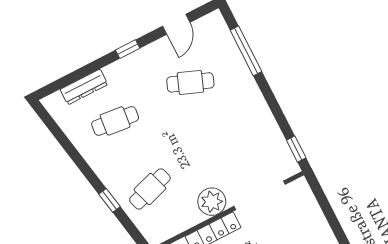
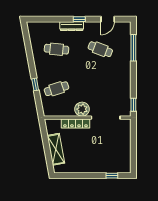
dresser: (84, 87) -> (72, 26), moved

